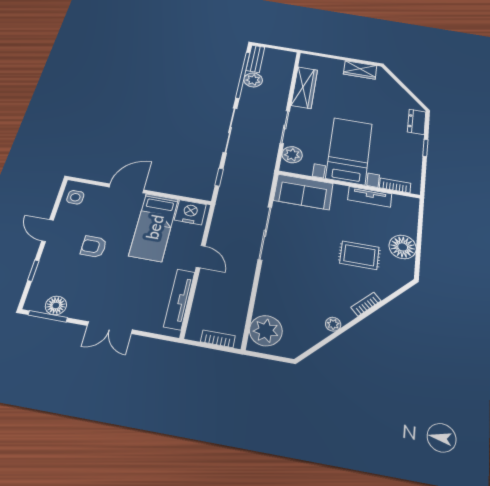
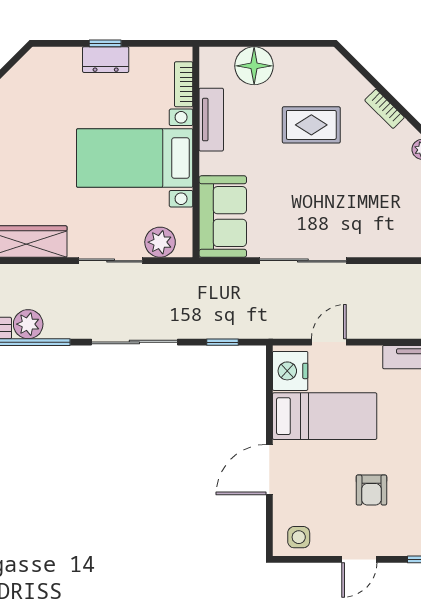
dresser: (417, 122) -> (106, 60), moved
door: (126, 188) -> (269, 470), hinge flipped
floor lamp: (403, 247) -> (254, 66), moved
rug: (359, 255) -> (311, 125), turned 90
door: (201, 257) -> (329, 342), moved

